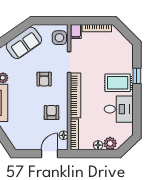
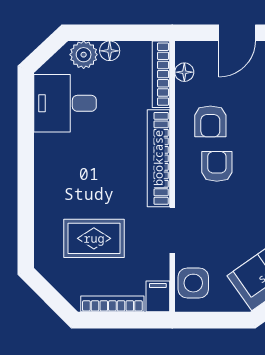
window: (137, 76) -> (26, 200), removed
armchair: (44, 79) -> (217, 166), moved
rug: (118, 83) -> (94, 238), moved
desk: (119, 109) -> (65, 103), moved
door: (49, 154) -> (237, 33), moved

